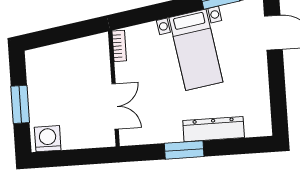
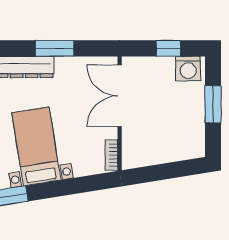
double door: (115, 106) -> (120, 96), width x1.37
window: (69, 158) -> (168, 48), added

